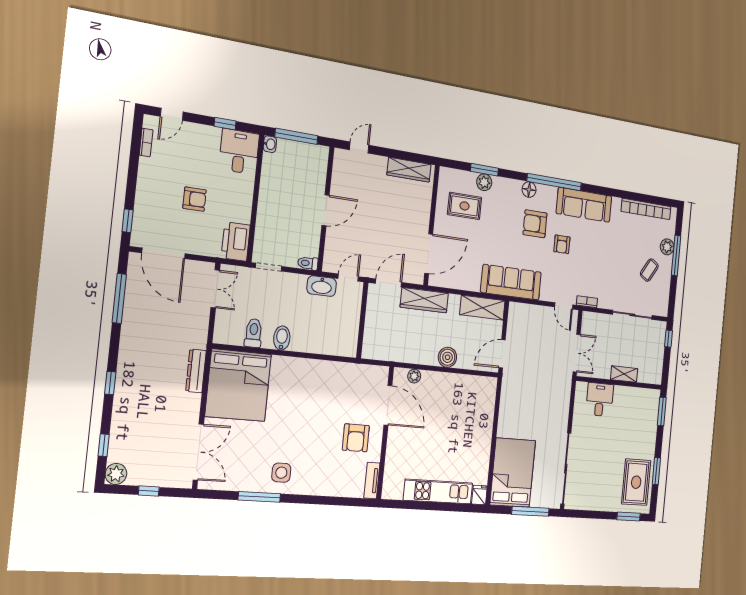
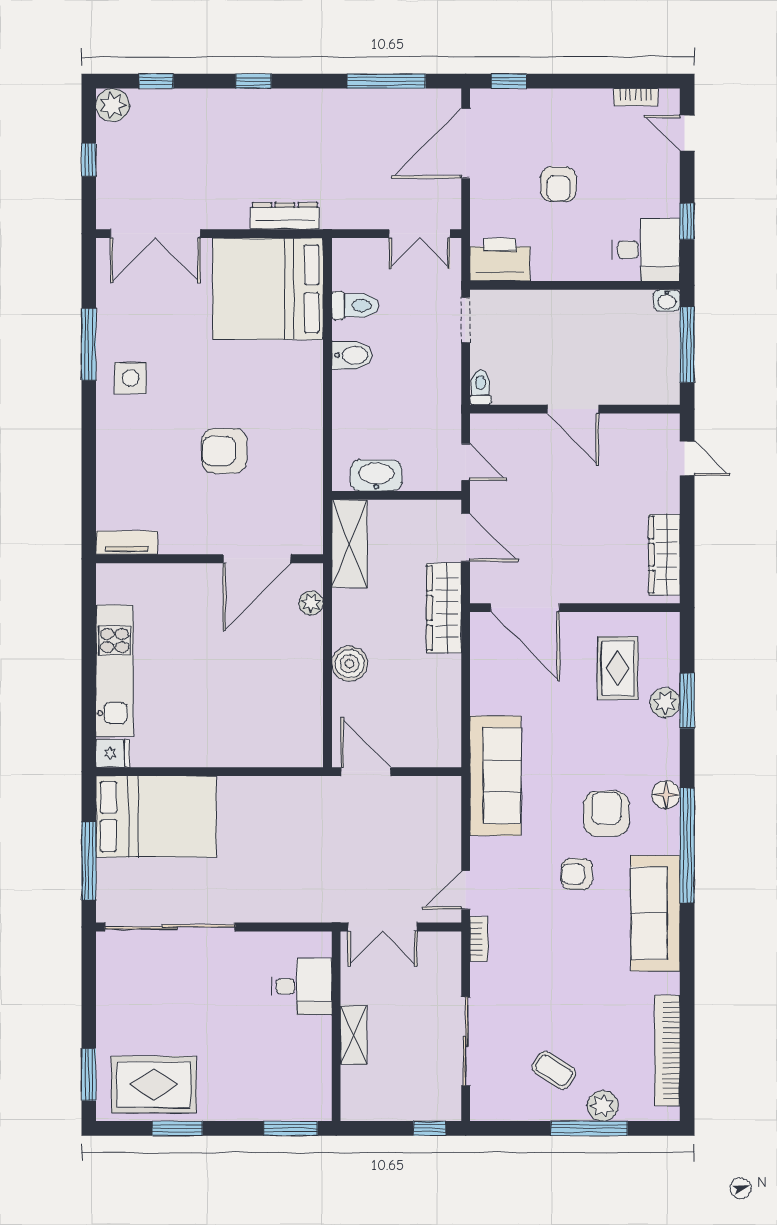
washbasin: (322, 286) -> (376, 475), moved, turned 90
shelving: (482, 308) -> (349, 544), moved
armchair: (356, 438) -> (224, 451), moved

